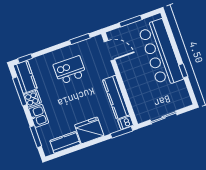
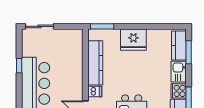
sliding door: (164, 117) -> (39, 26), moved
dishwasher: (126, 123) -> (95, 91), moved
kitchen counter: (65, 142) -> (179, 46), moved, turned 90

